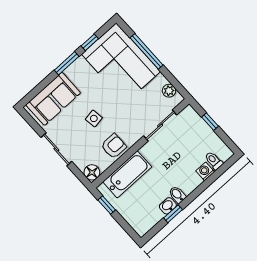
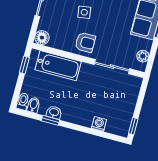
window: (210, 122) -> (133, 126), moved
armchair: (114, 146) -> (85, 42), moved
toilet: (214, 161) -> (23, 101), moved
bidet: (177, 195) -> (34, 105), moved

